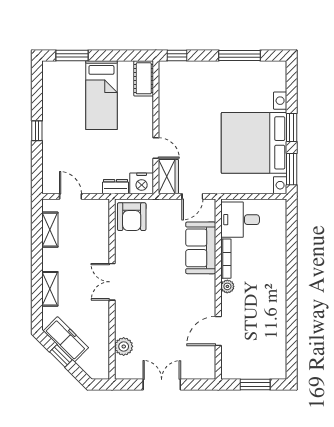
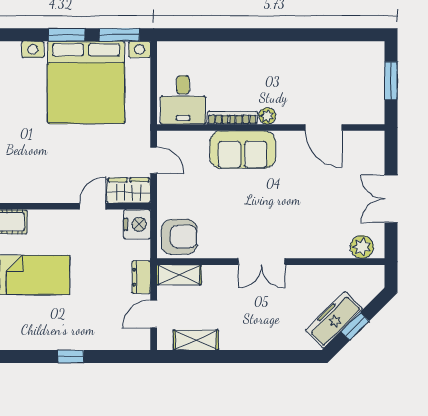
dresser: (116, 187) -> (141, 277), moved
sofa: (201, 248) -> (243, 150), moved
shelving: (50, 289) -> (179, 275), moved
plant: (124, 346) -> (362, 247), moved

